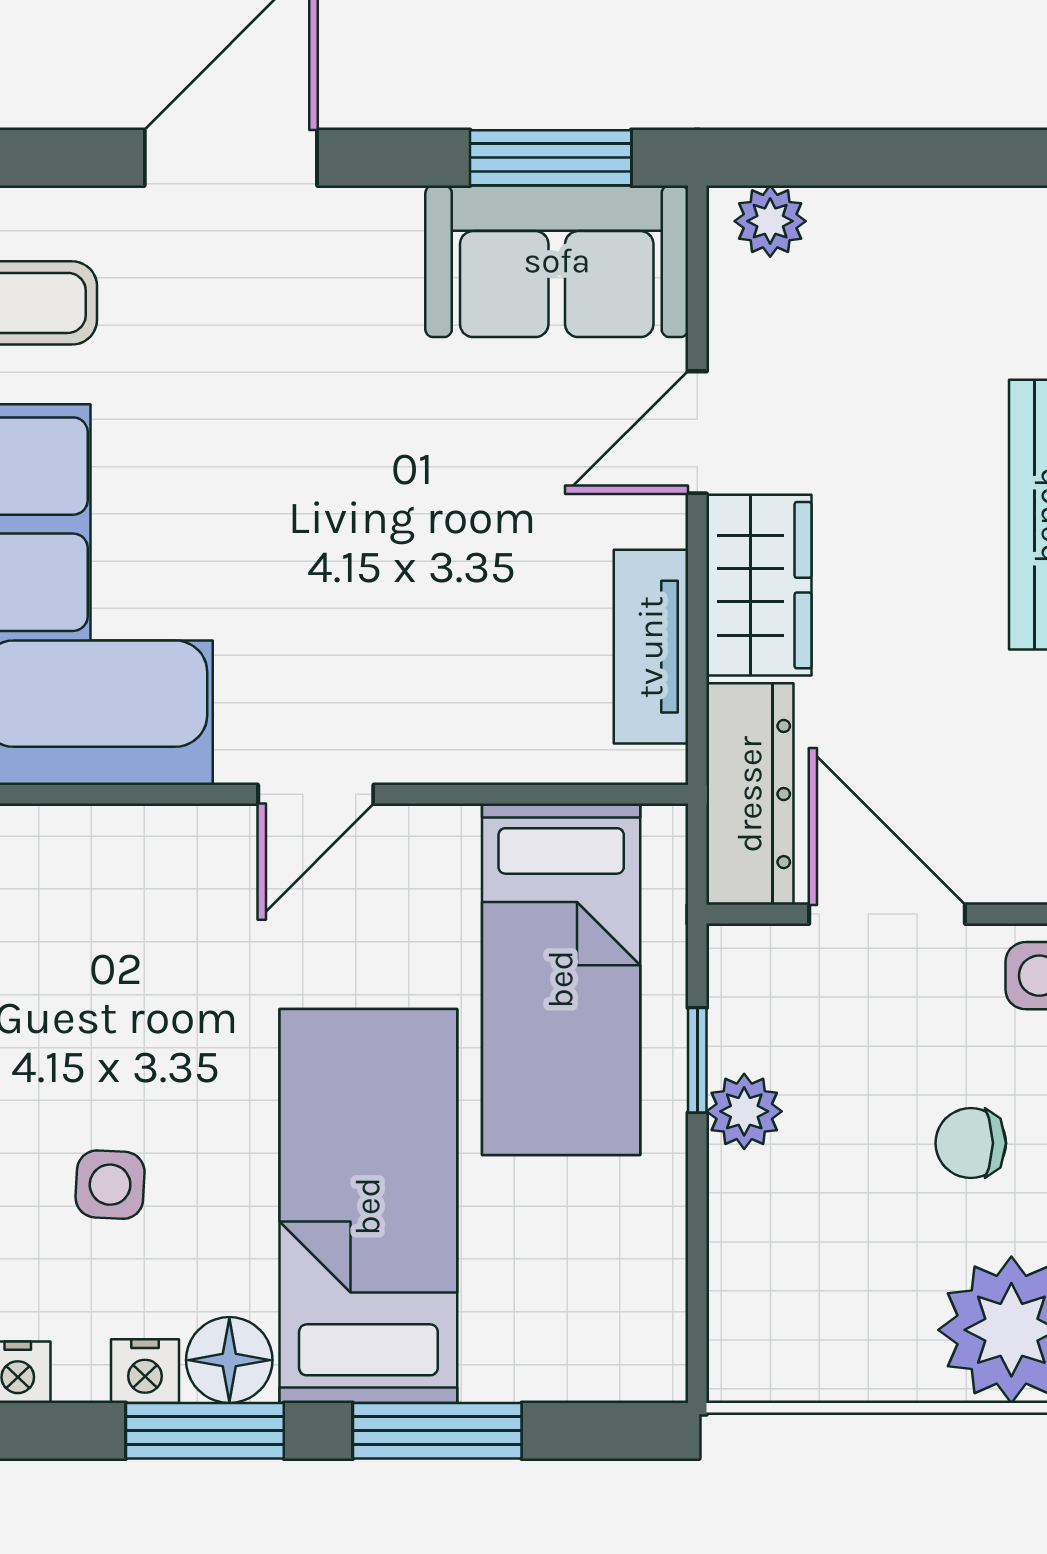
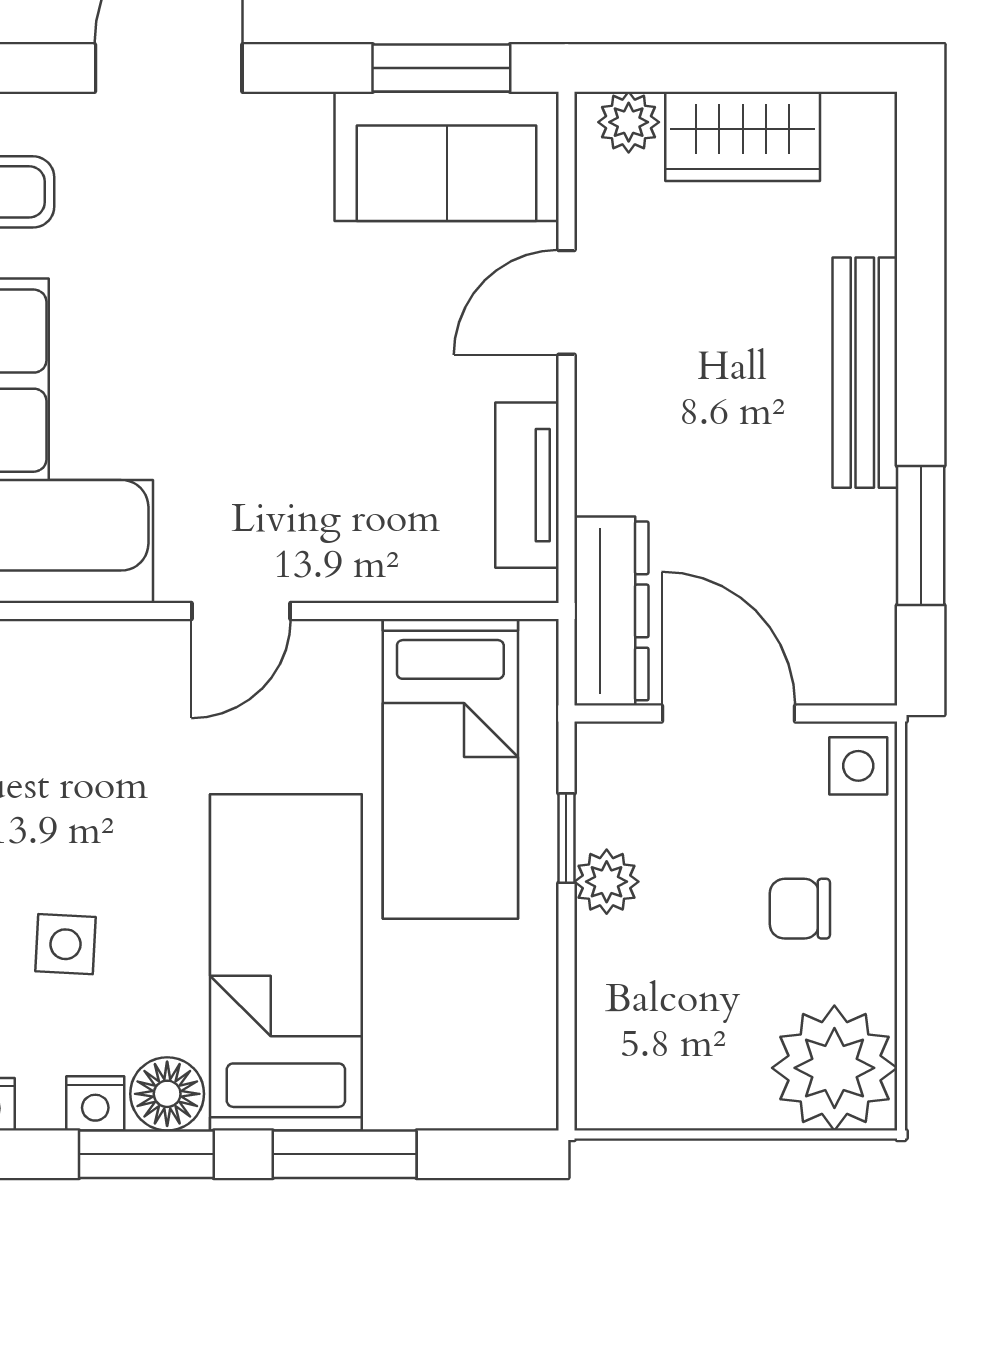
wardrobe: (759, 585) -> (743, 136), moved, turned 90

